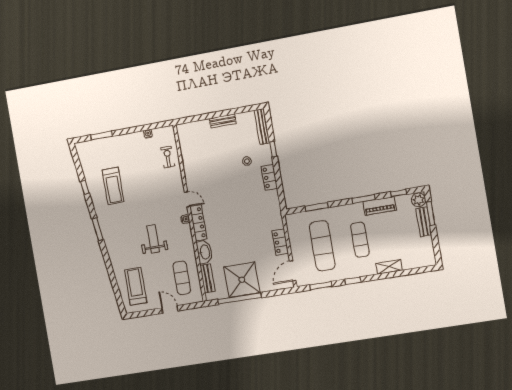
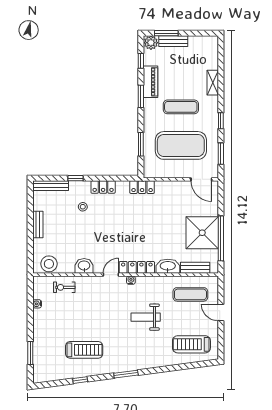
stool: (187, 138) -> (49, 264), added
washbasin: (191, 172) -> (84, 266), added
locker: (280, 242) -> (142, 187), moved
exercise mat: (322, 246) -> (181, 145), width x1.47
door: (170, 309) -> (221, 312), hinge flipped

